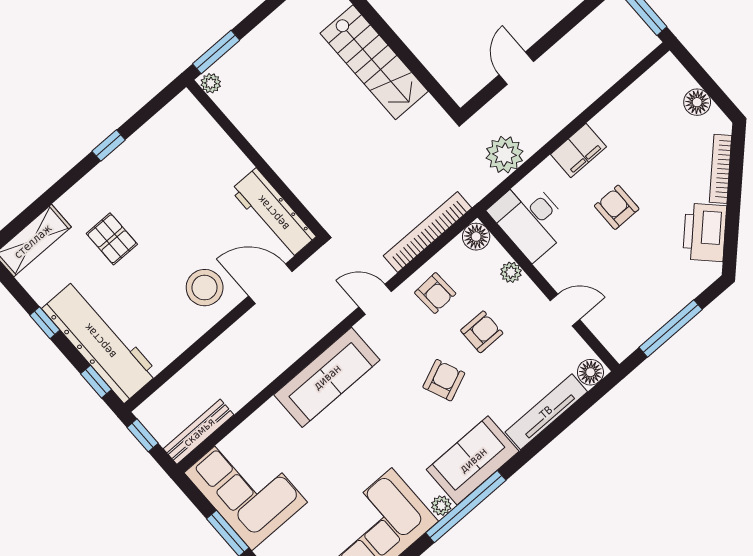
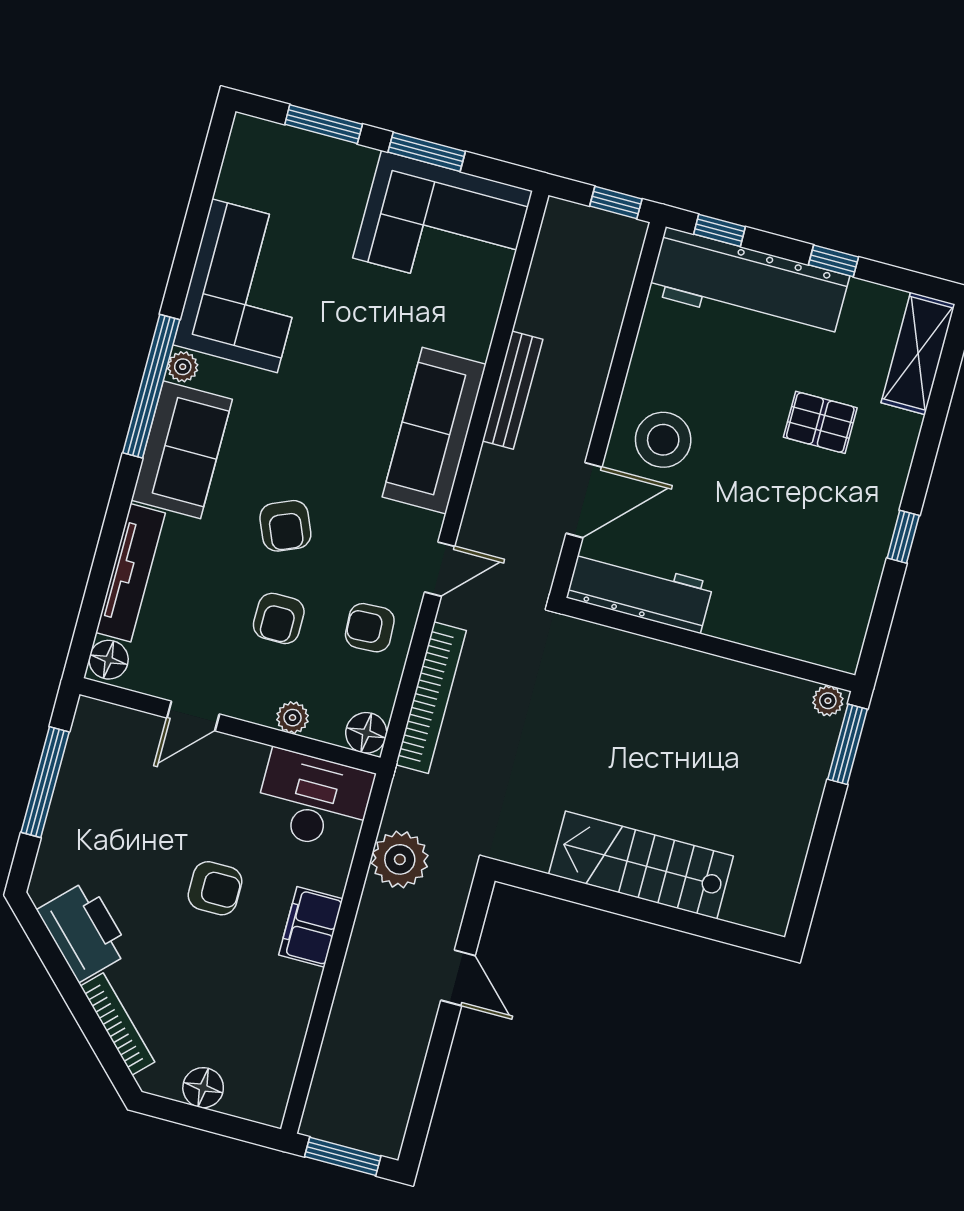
bench: (199, 432) -> (513, 390), moved

